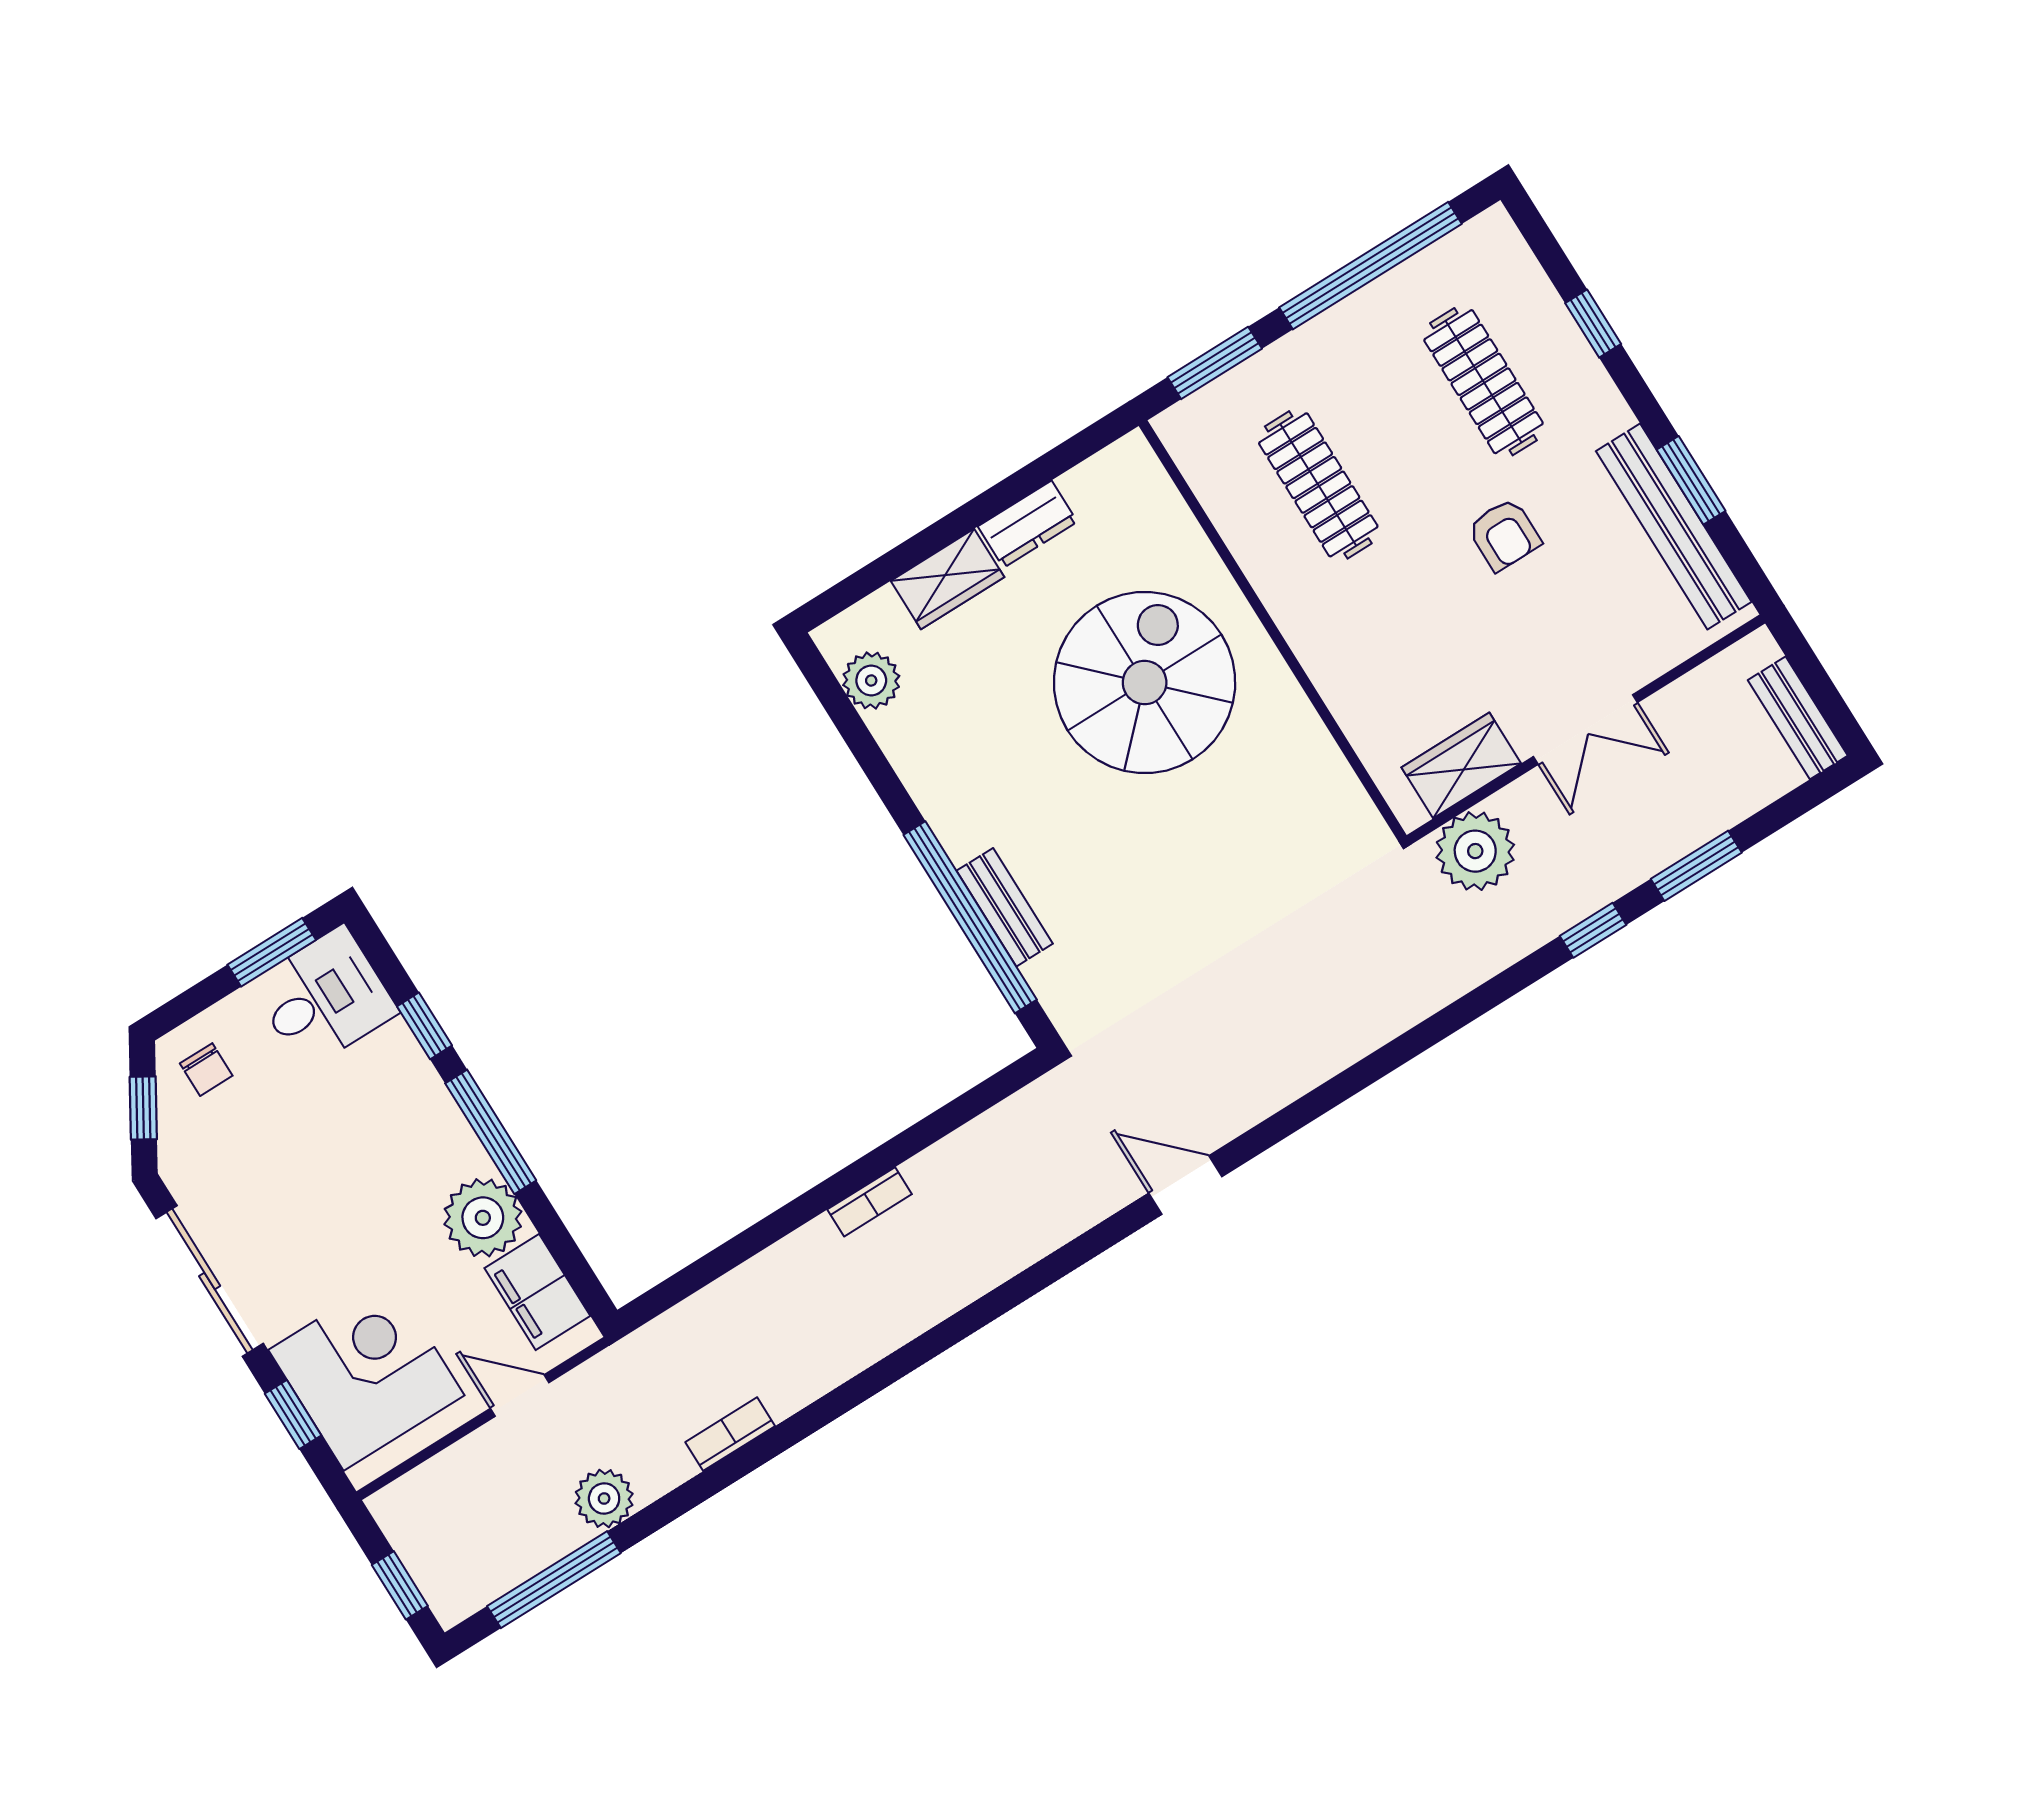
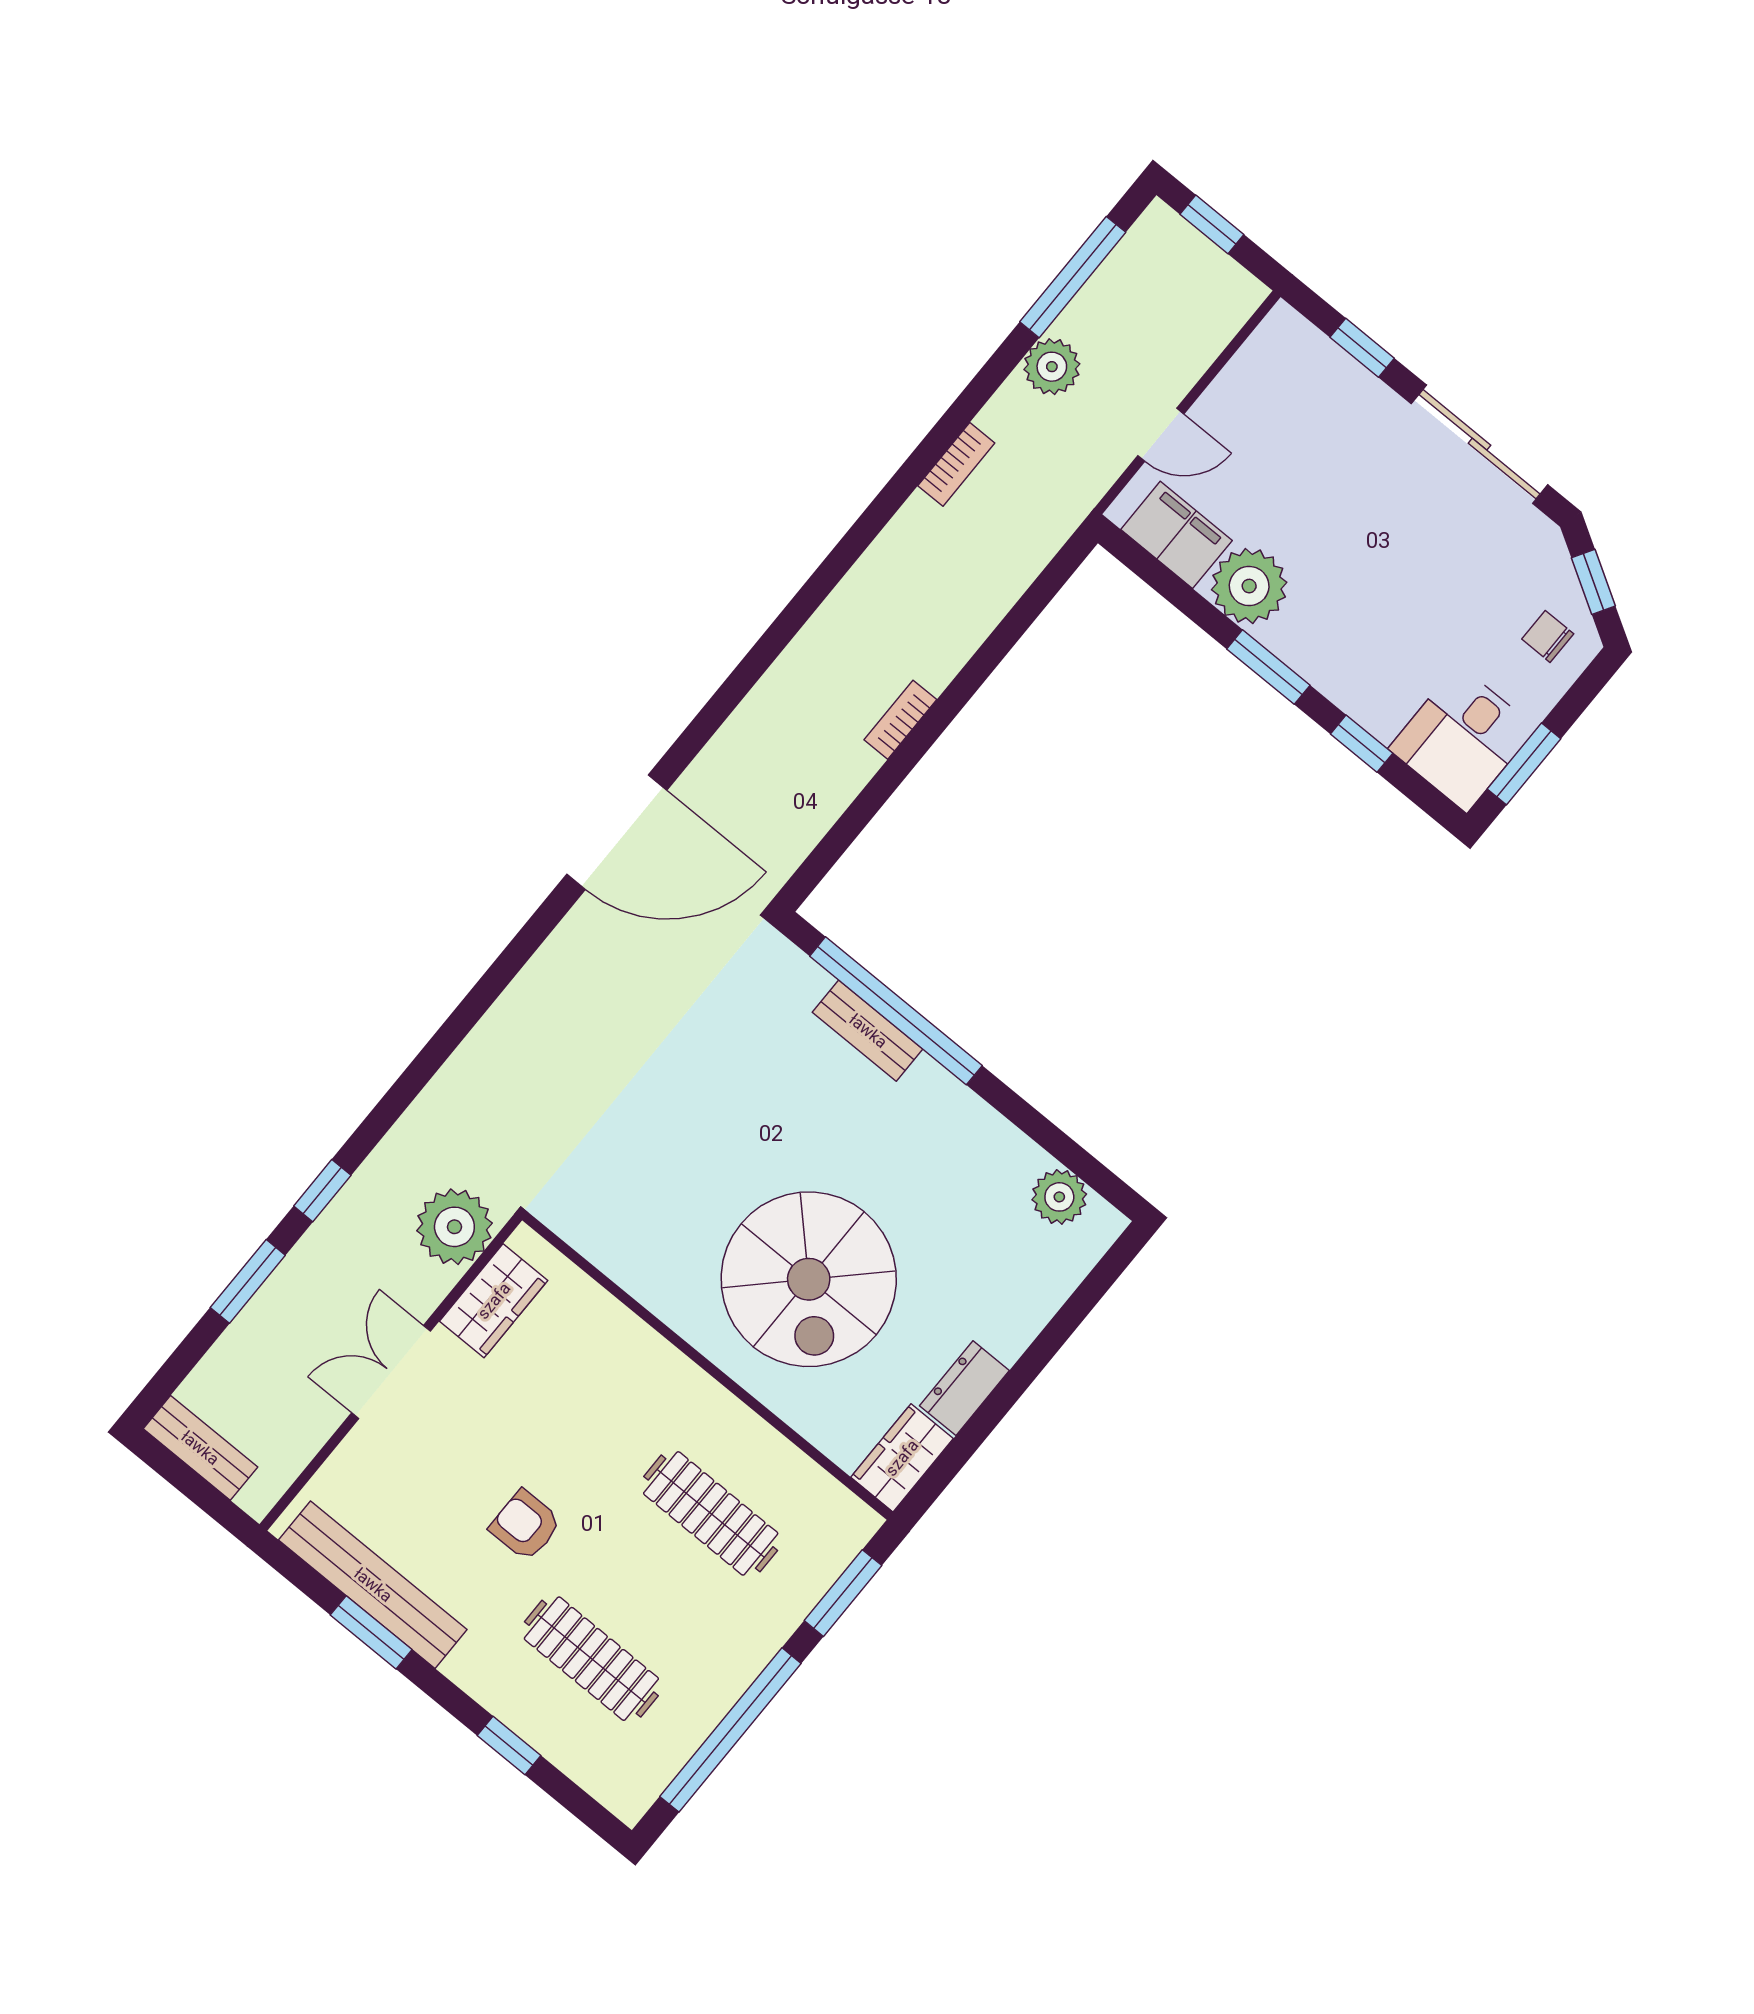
wardrobe: (947, 579) -> (902, 1458), moved
window: (491, 1132) -> (1268, 667), width x0.69
door: (1185, 1185) -> (617, 832), width x1.88
corner desk: (366, 1373) -> (1308, 409), removed

